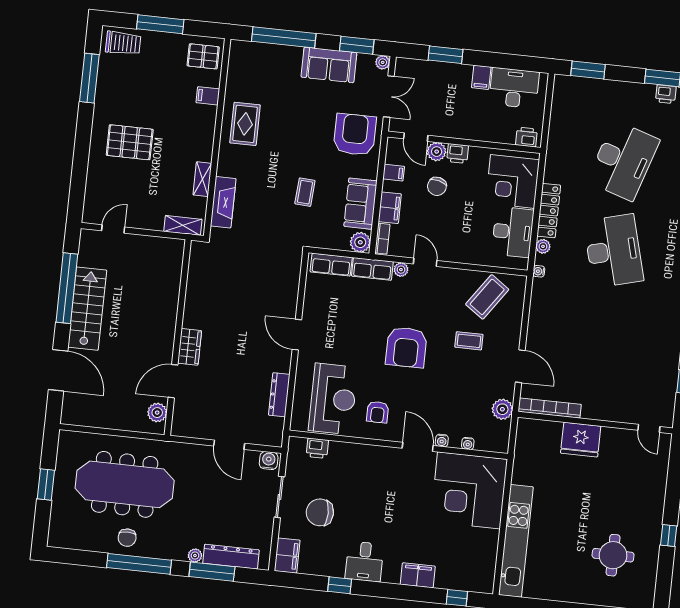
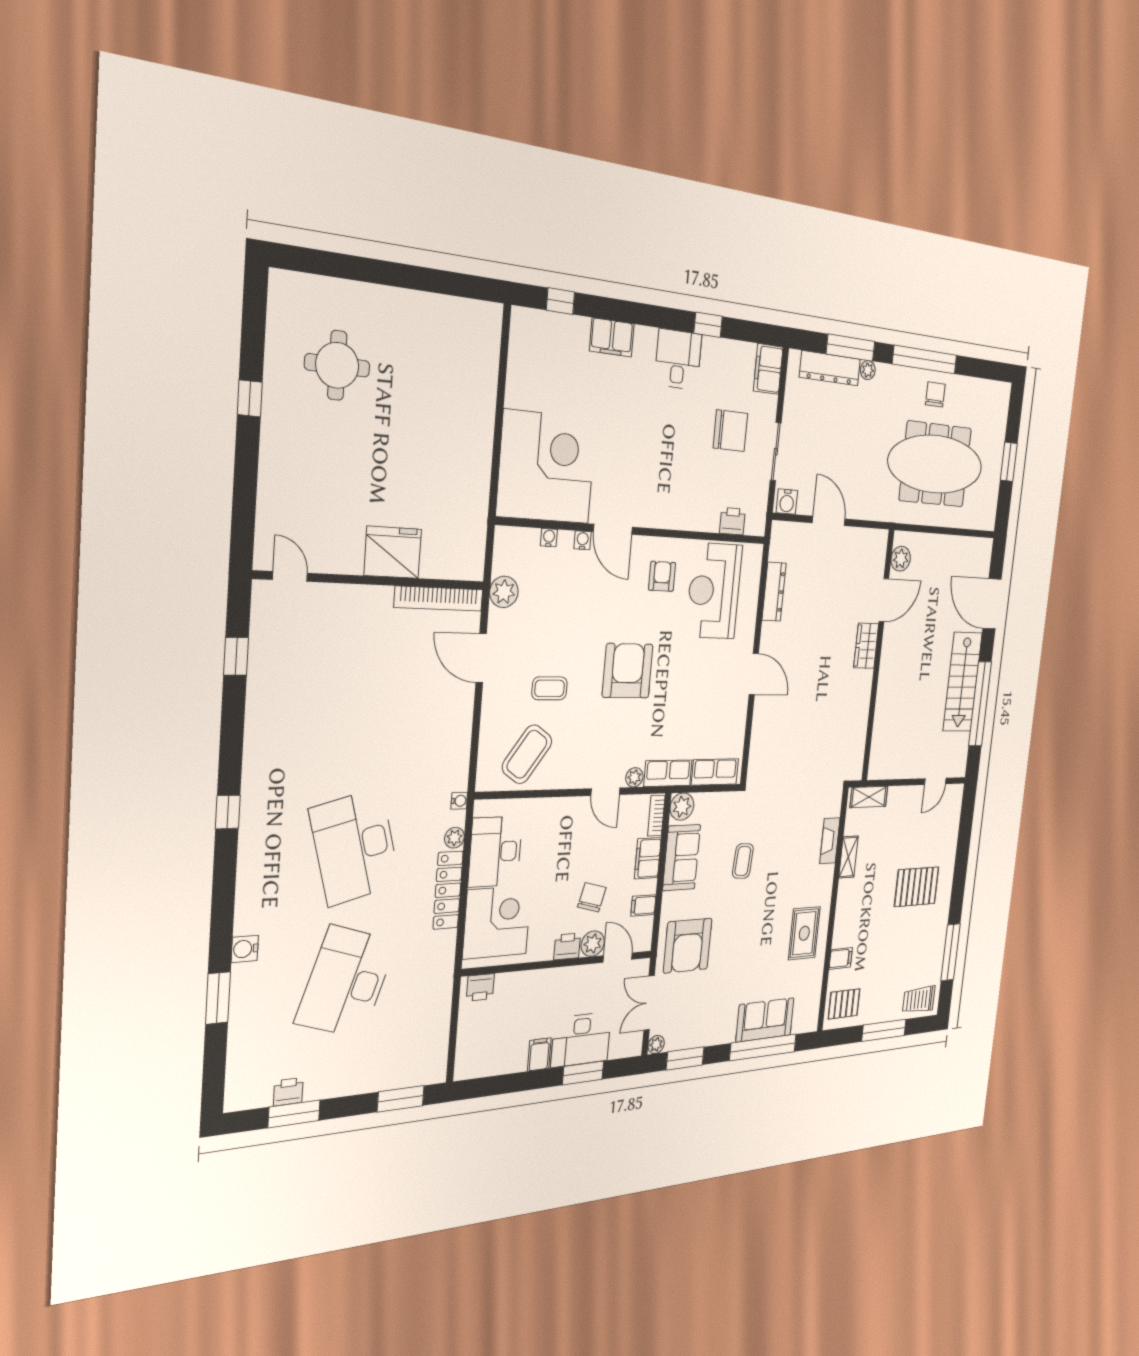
sofa: (329, 65) -> (765, 1020), moved
desk: (514, 88) -> (581, 1040), moved
fireplace: (223, 202) -> (830, 841), width x0.73, depth x0.76
kitchen unit: (516, 541) -> (481, 390), removed

